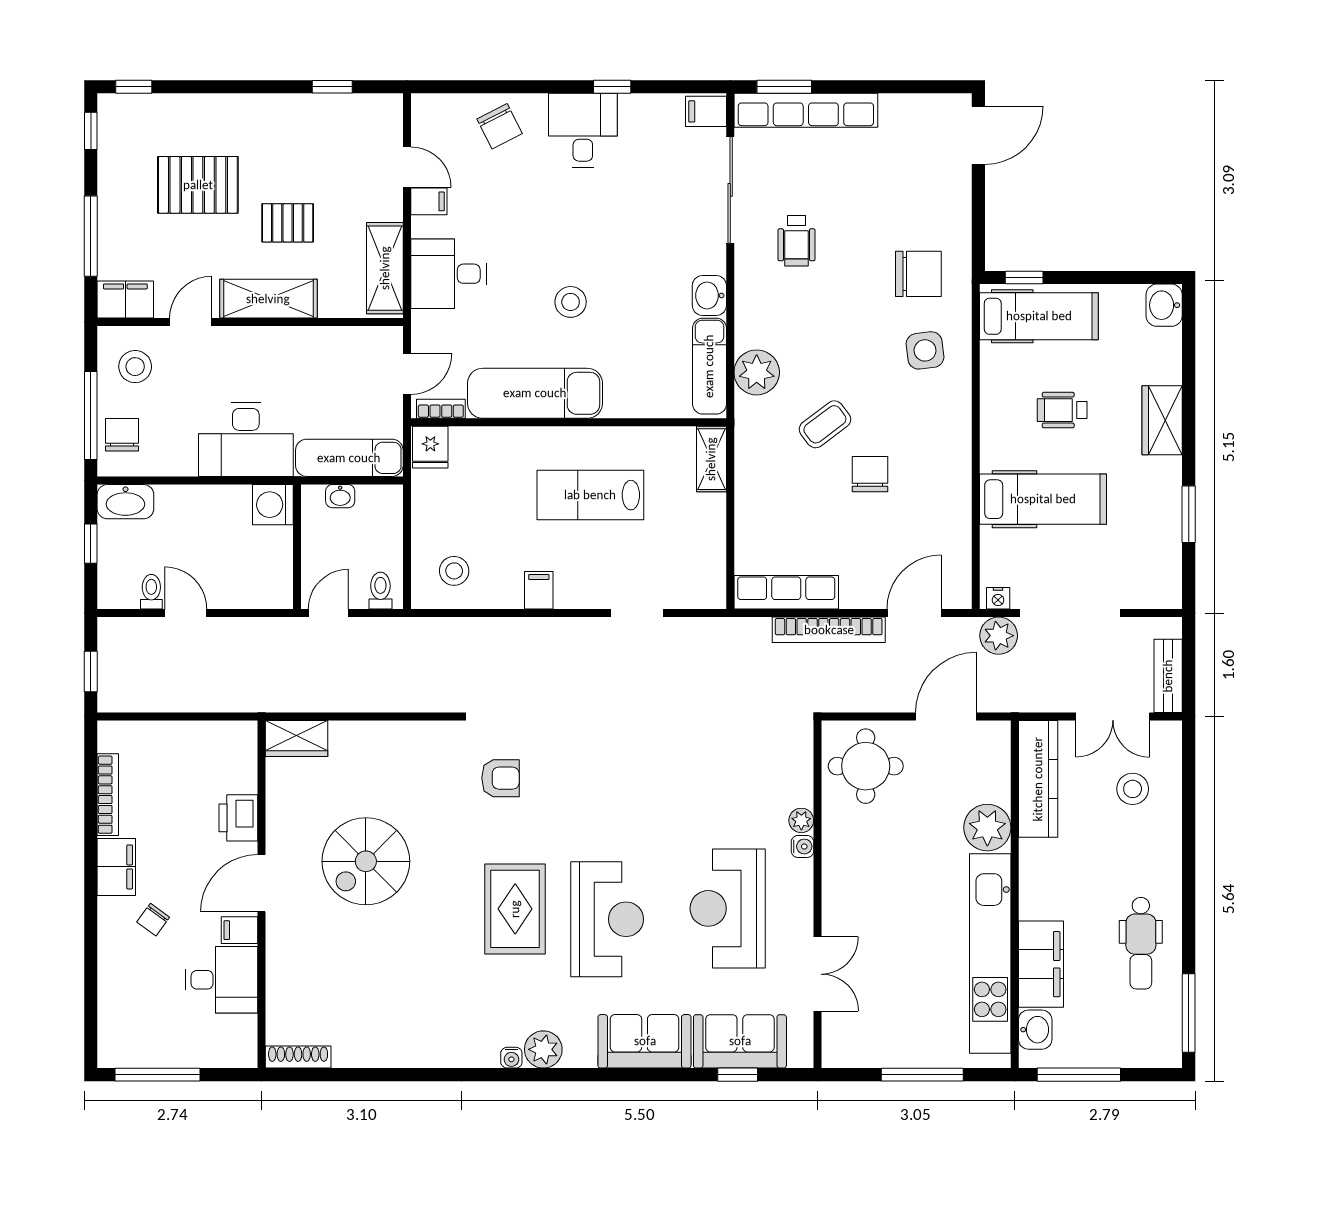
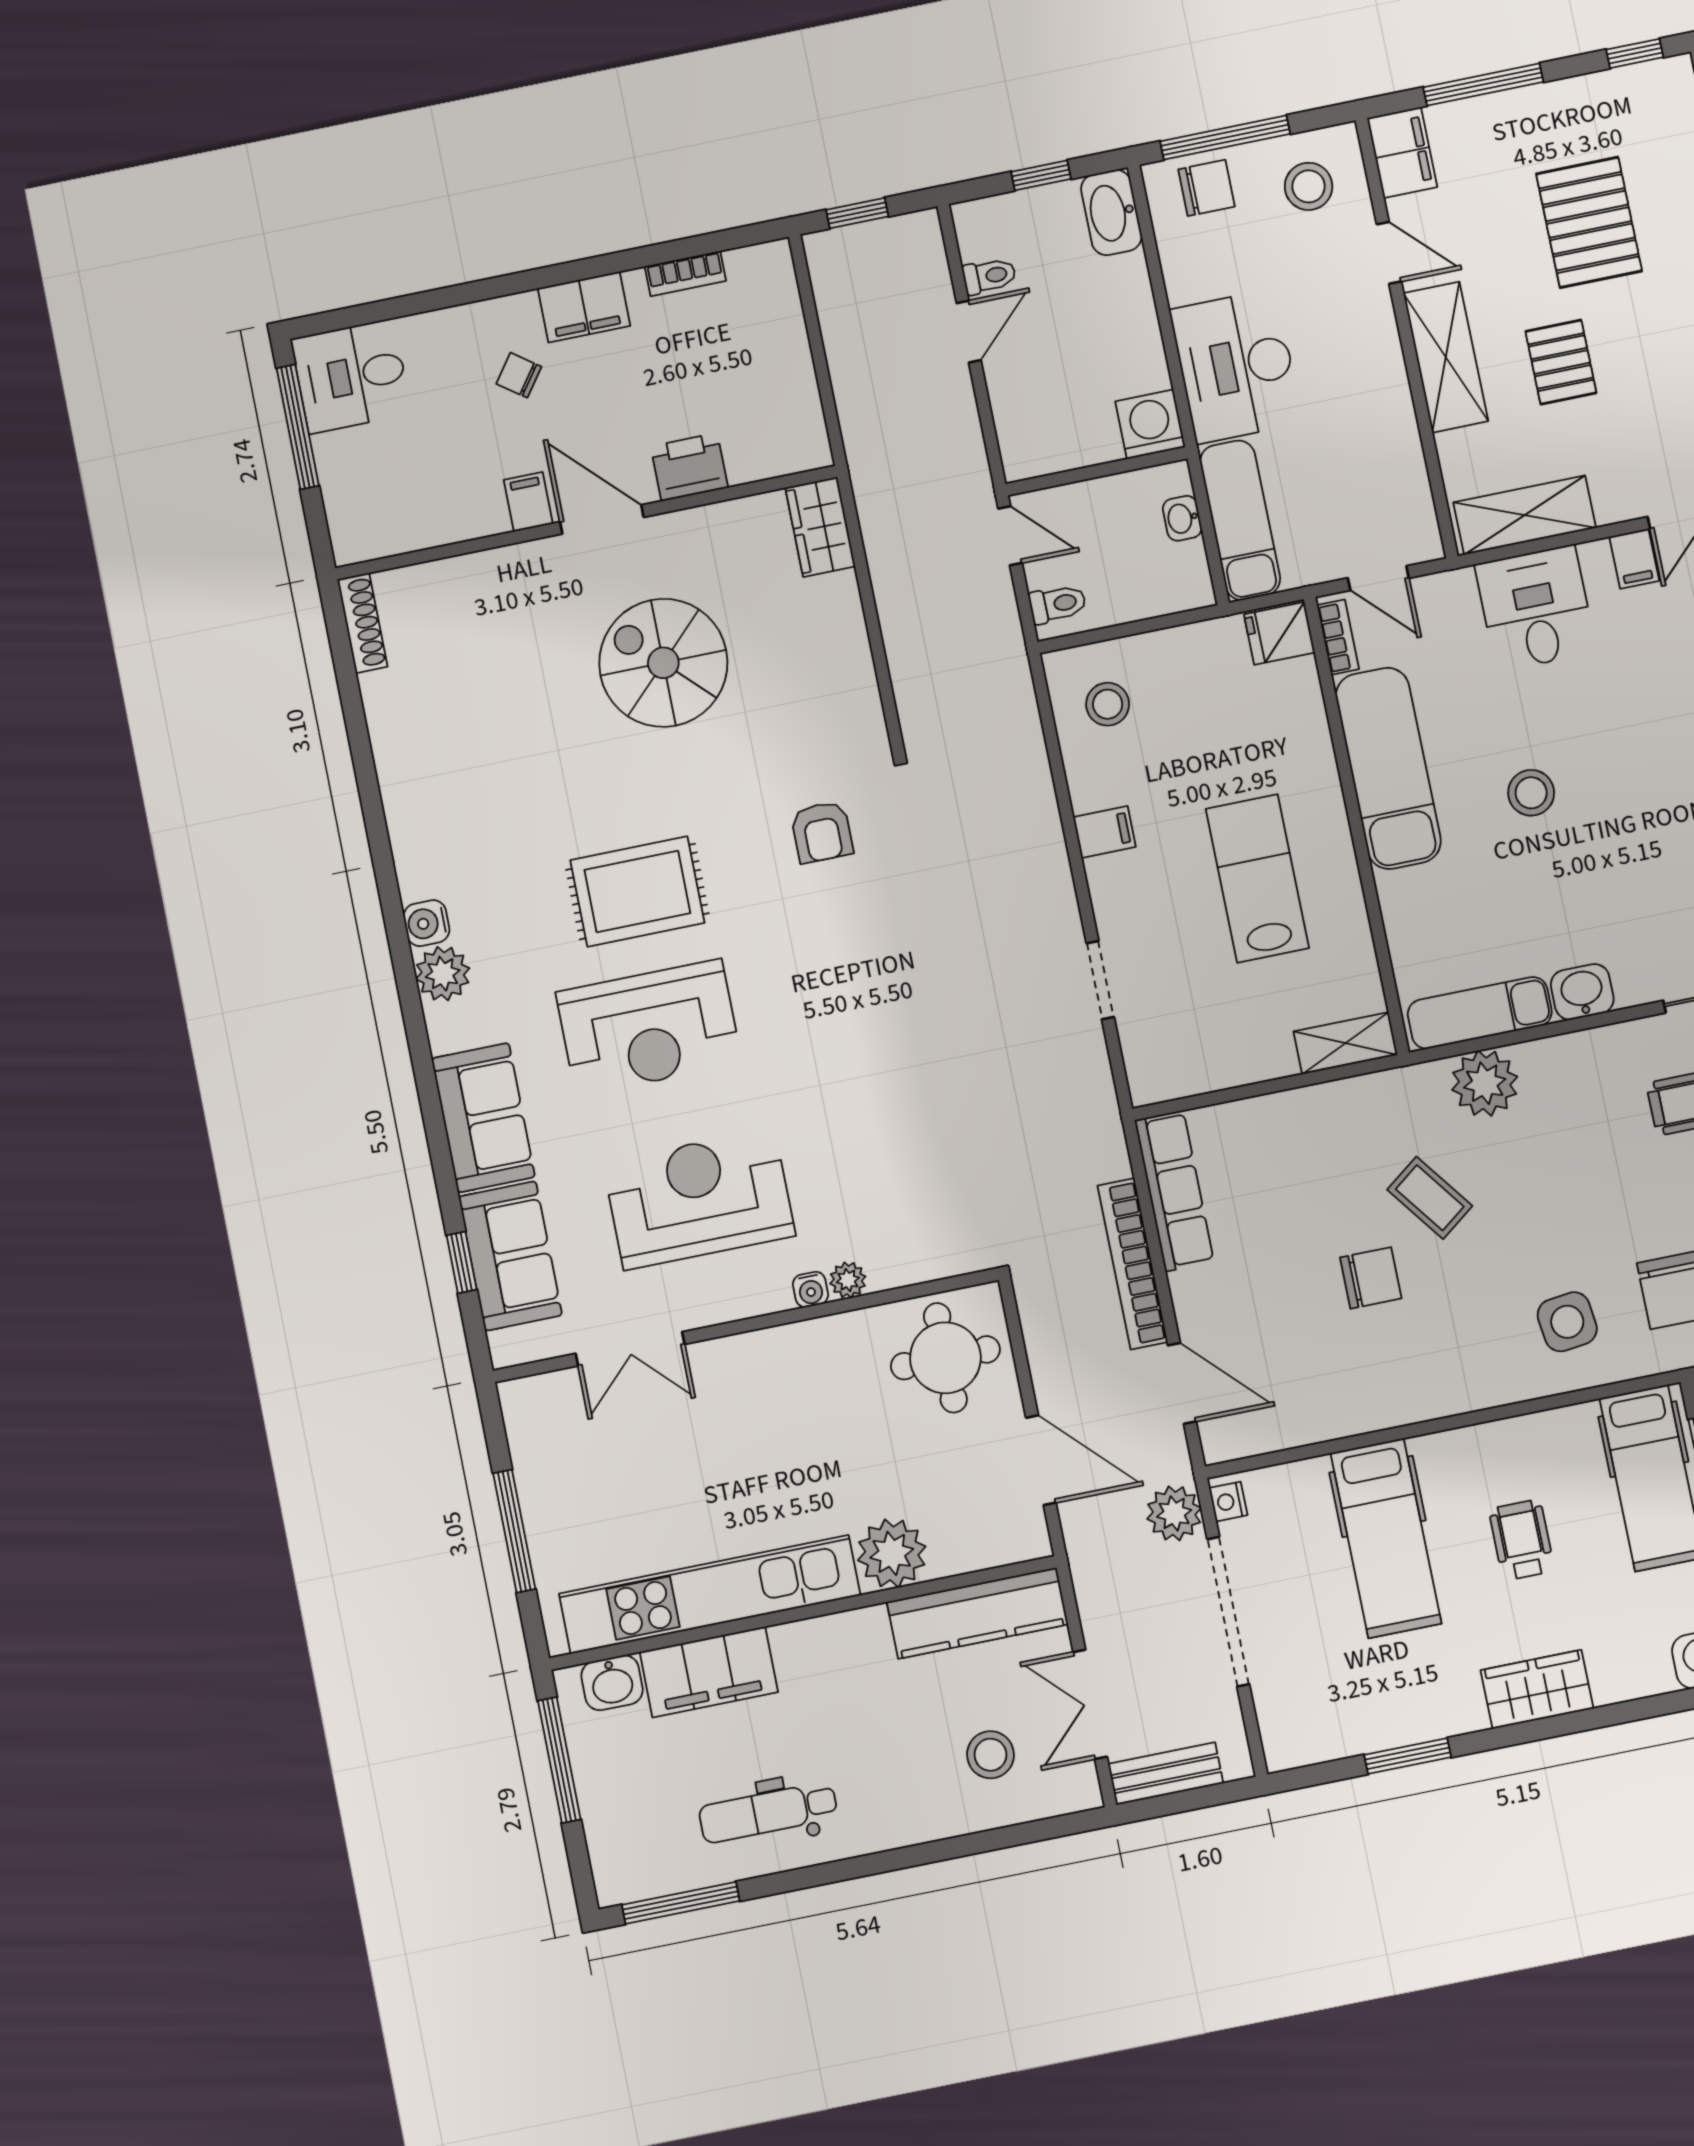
bookcase: (108, 795) -> (685, 274), width x0.64
desk: (222, 980) -> (351, 376), moved, turned 90
water cooler: (511, 1058) -> (427, 923), width x1.38, depth x1.38

